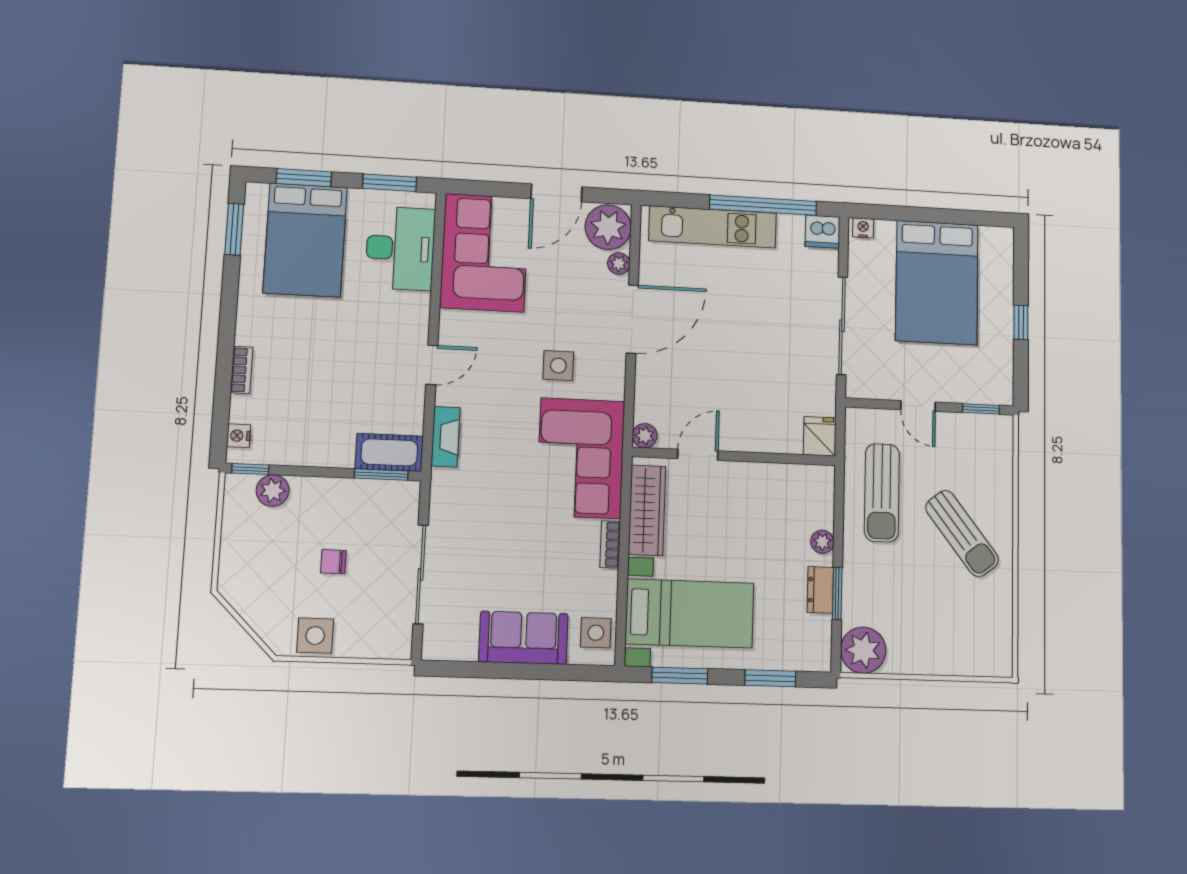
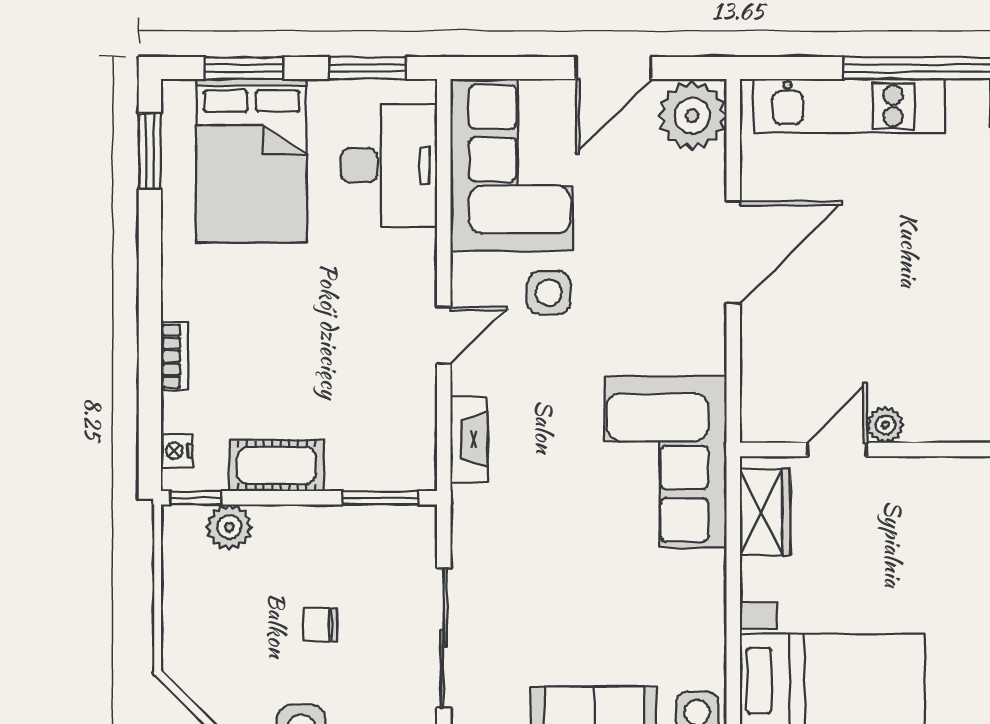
plant: (619, 263) -> (710, 170), removed
side table: (558, 366) -> (549, 293), moved
plant: (645, 436) -> (885, 425), moved
cot: (389, 452) -> (277, 466), moved
wardrobe: (647, 510) -> (765, 512), width x0.67
bookcase: (610, 544) -> (713, 585), removed

